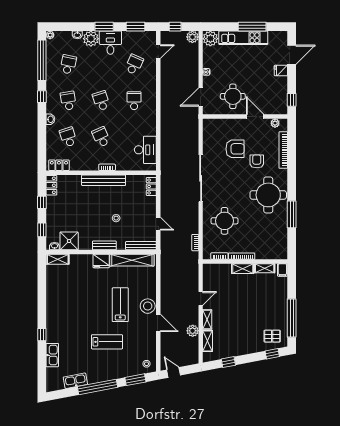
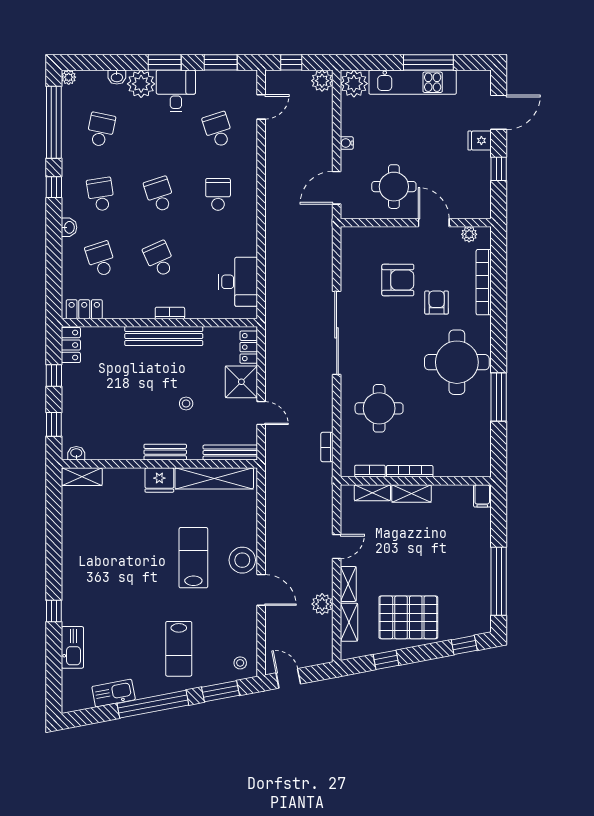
school desk: (134, 64) -> (218, 130), turned -42
window: (292, 100) -> (499, 169), moved
shower: (69, 241) -> (241, 382), moved
shelving: (265, 268) -> (372, 493), moved
pallet: (272, 336) -> (408, 617), moved, width x2.05, depth x2.00
lab bench: (107, 342) -> (179, 649), moved, turned 90

